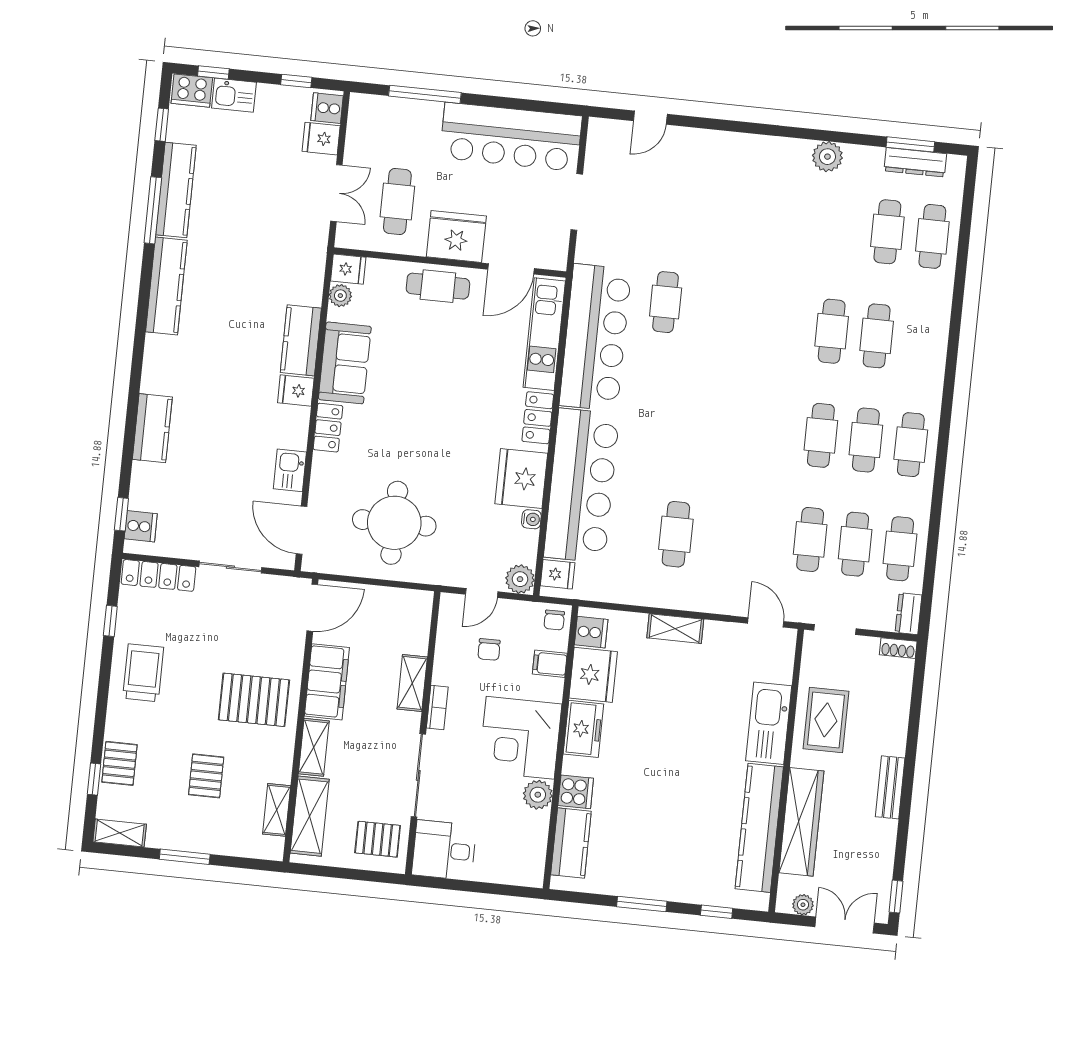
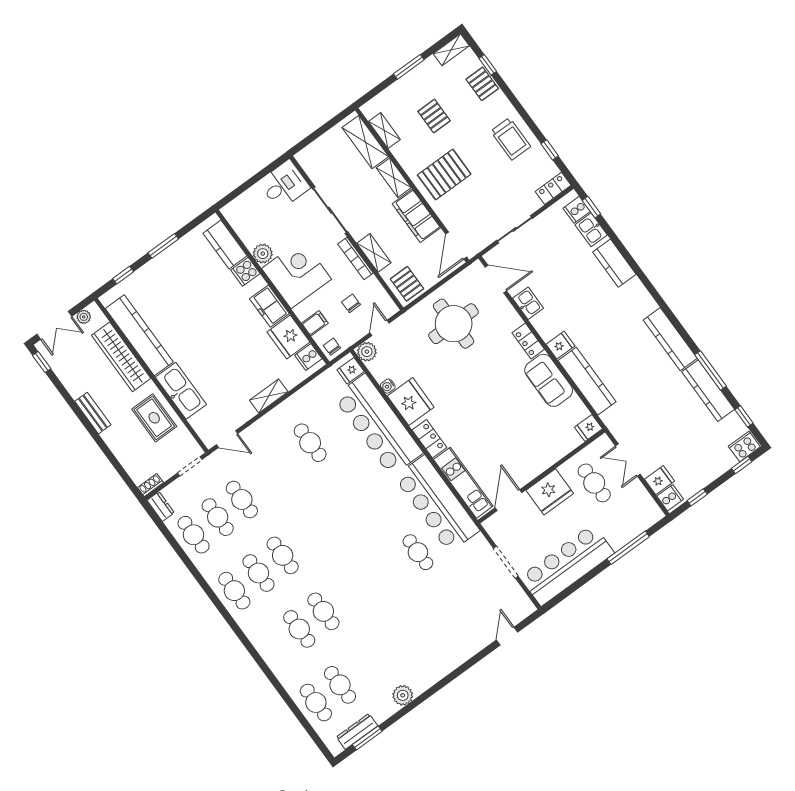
kitchen sink: (234, 95) -> (591, 230), moved, turned -90
cafe table: (438, 286) -> (537, 459), removed
plant: (340, 296) -> (581, 411), removed
kitchen counter: (301, 340) -> (587, 381), width x1.50
locker: (158, 575) -> (553, 188), width x0.66
bookcase: (437, 707) -> (355, 258), width x1.56
pallet: (378, 839) -> (407, 284), moved, turned 90

